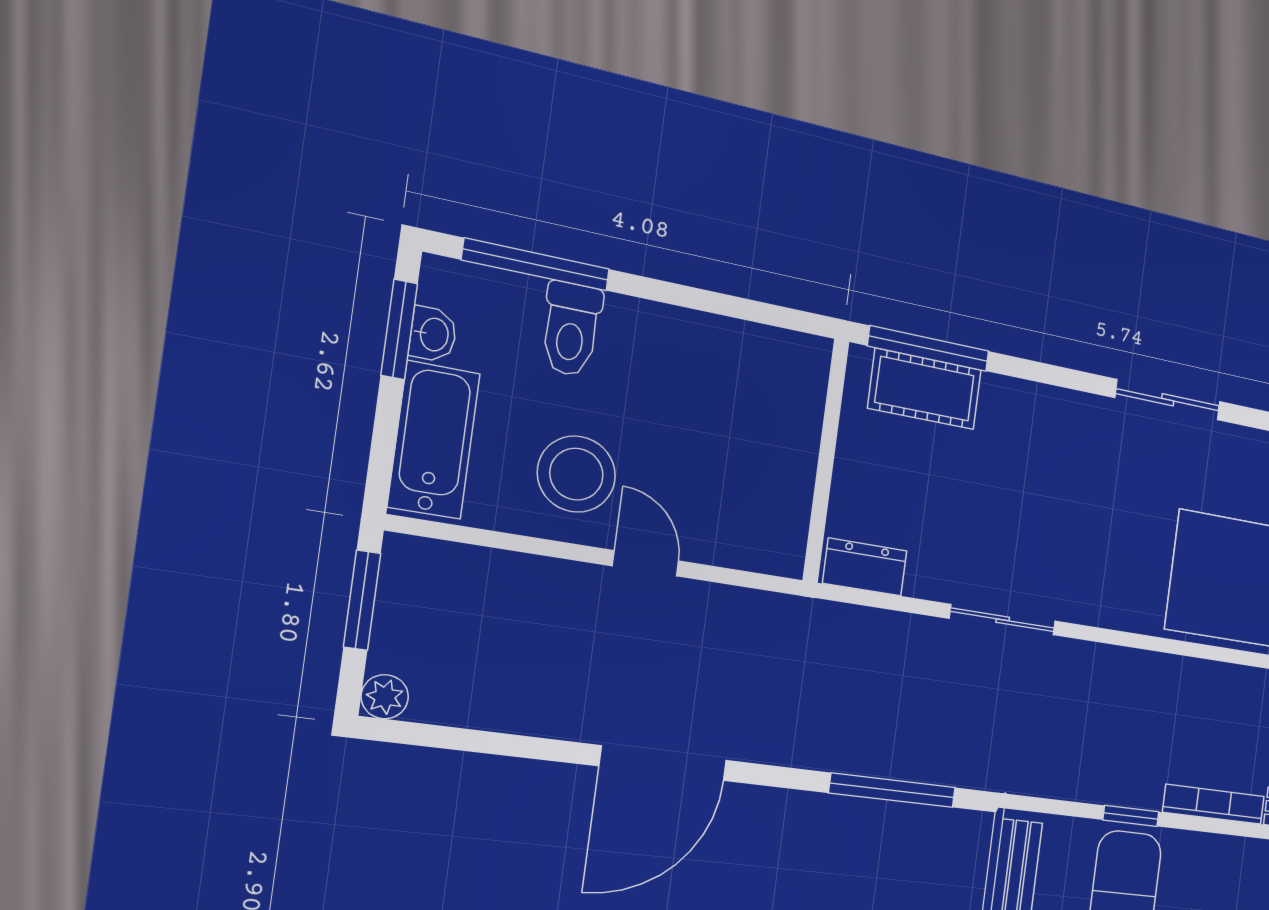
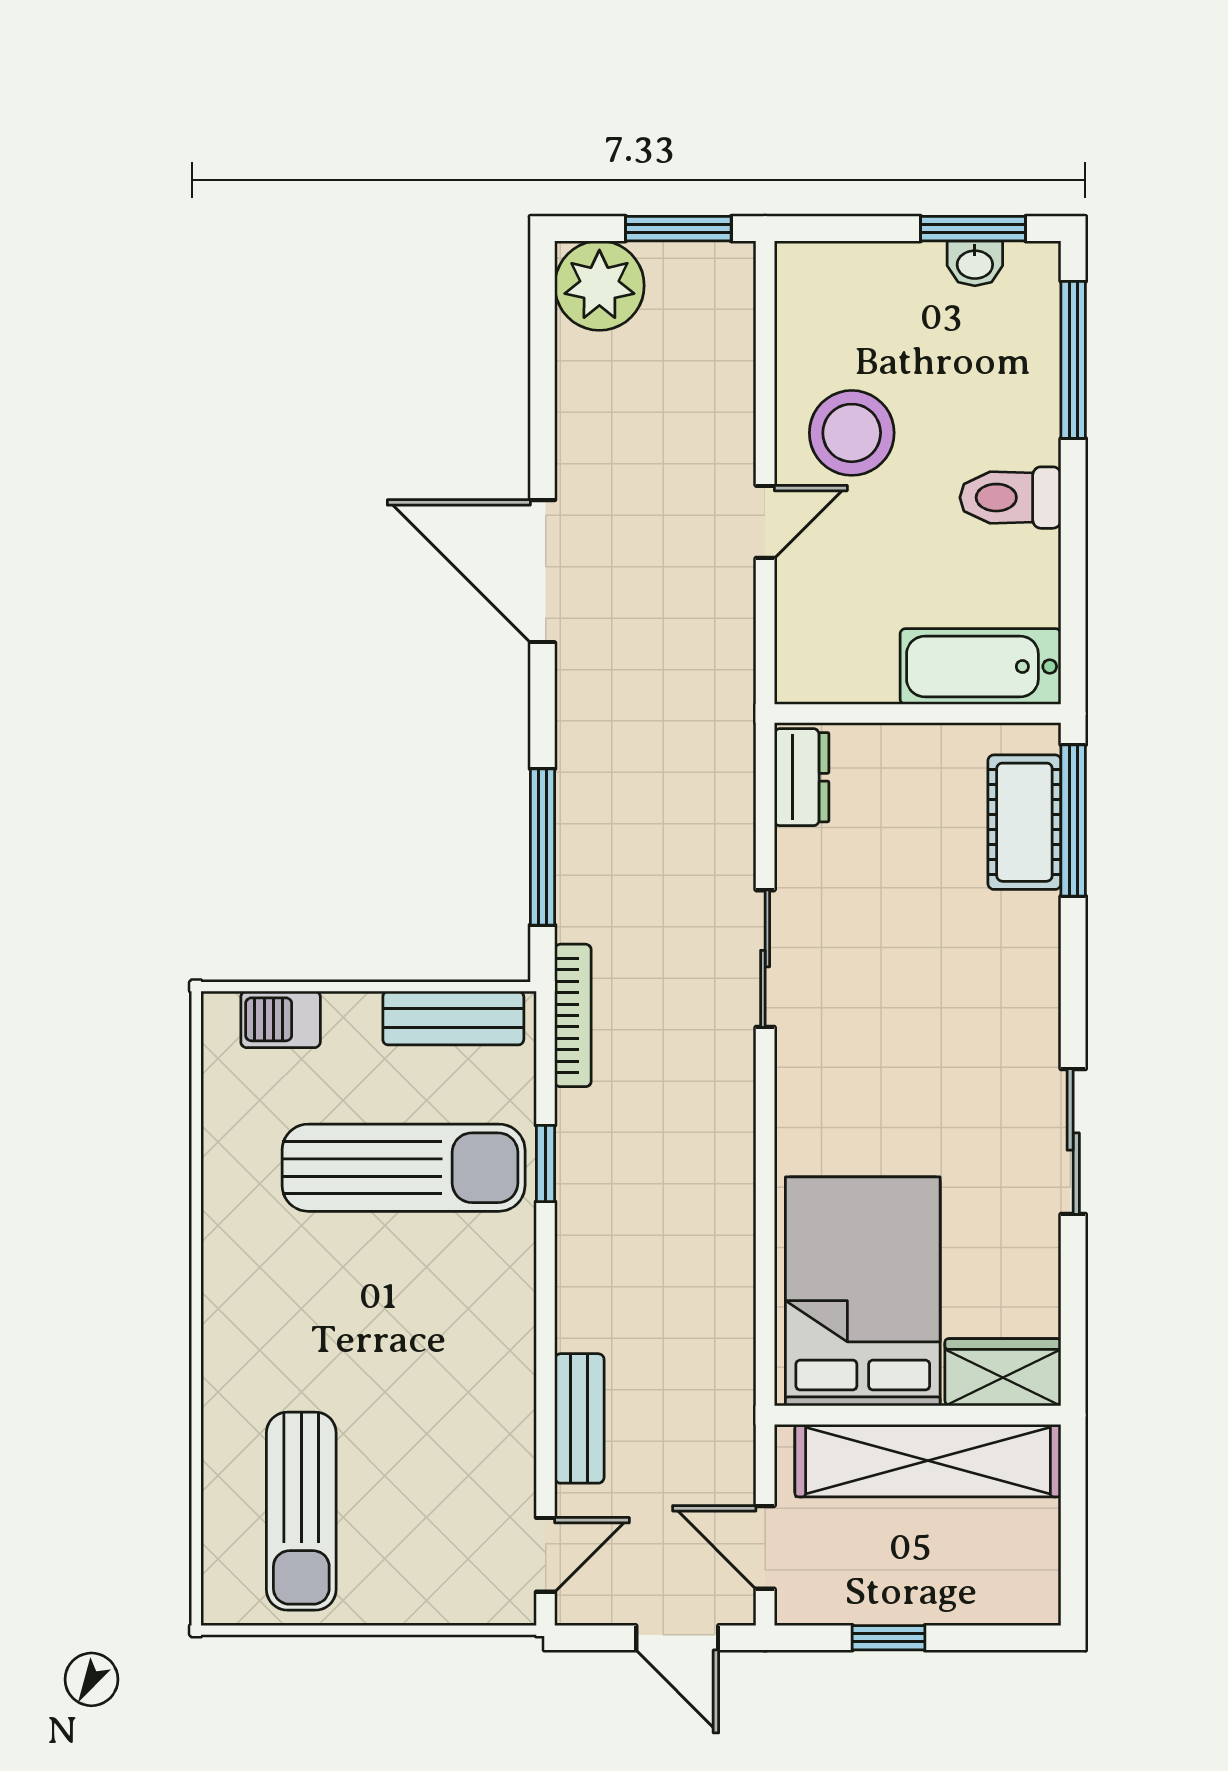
toilet: (571, 329) -> (1010, 498), moved
bathtub: (434, 440) -> (981, 667), moved, turned 180
plant: (385, 697) -> (599, 286), width x1.87, depth x1.87
bookcase: (1214, 804) -> (573, 1015), moved

